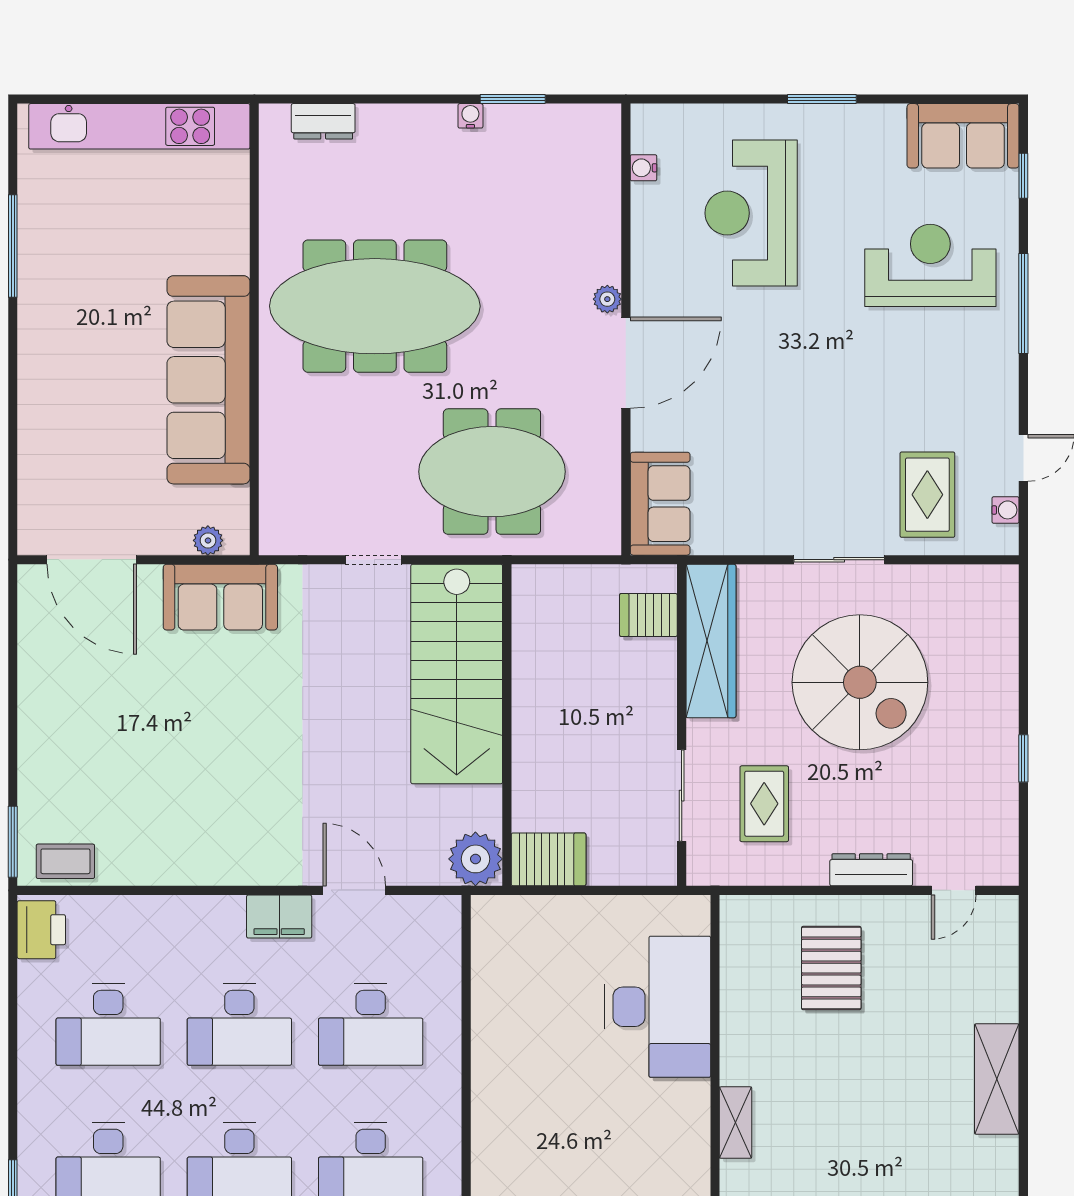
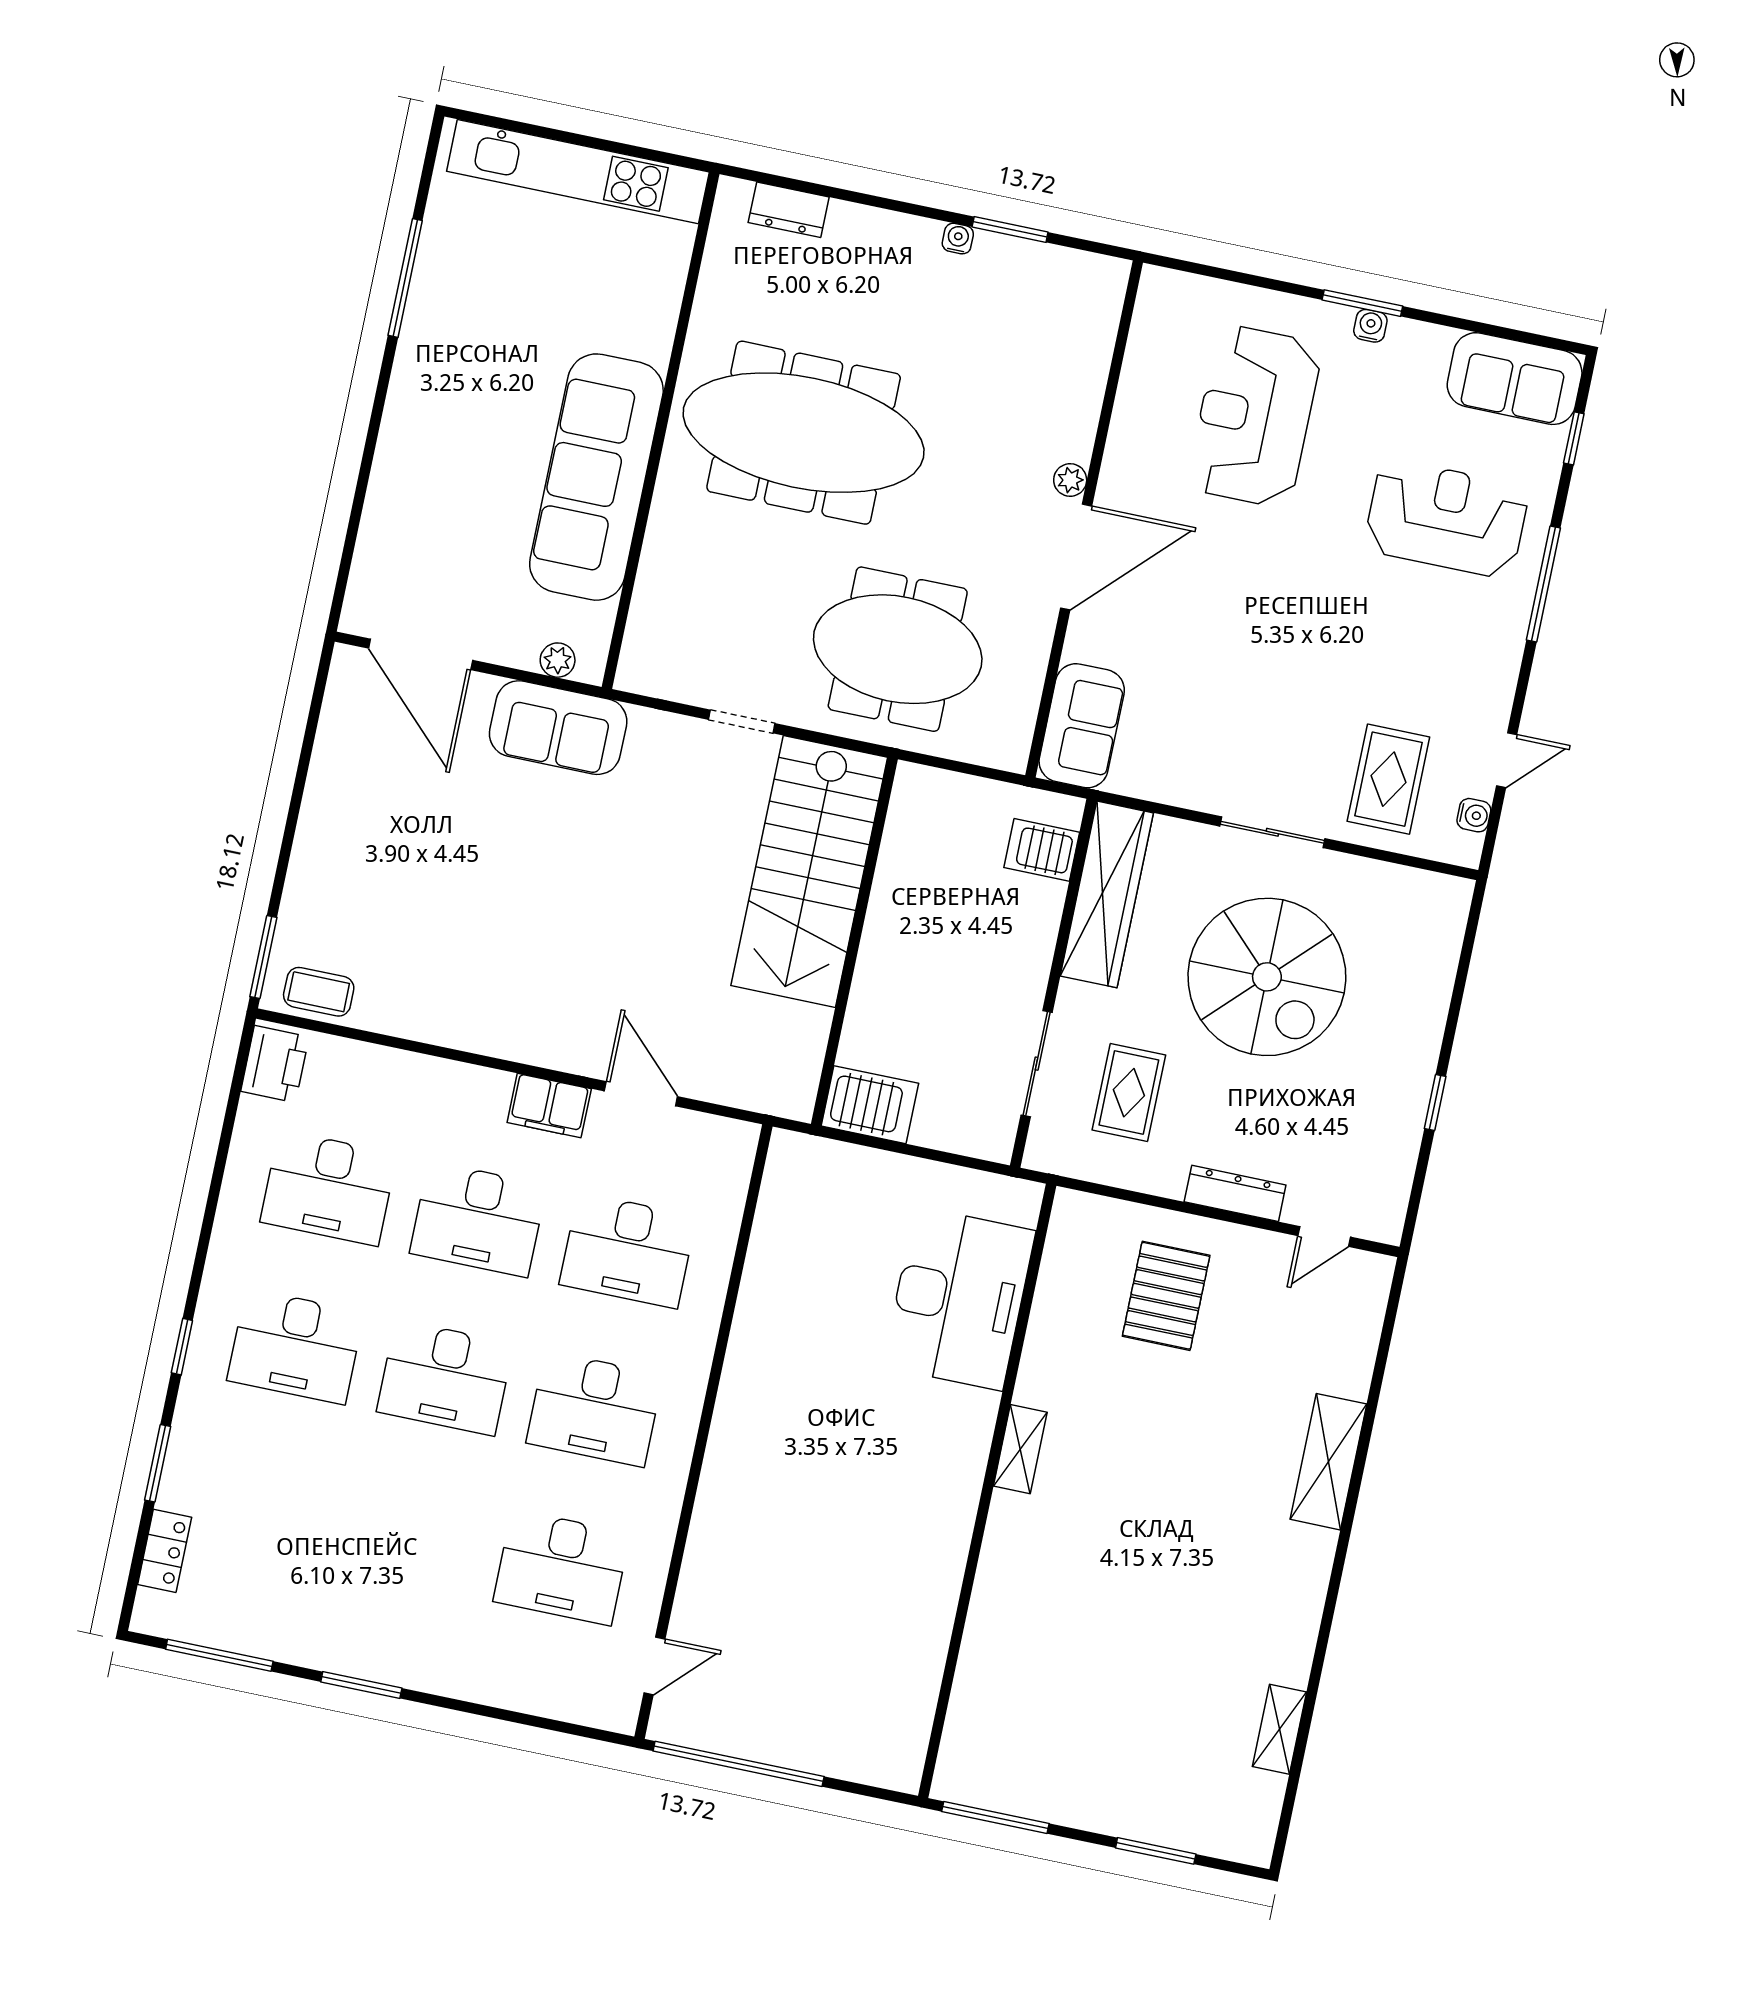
water cooler: (643, 168) -> (1370, 326), moved, turned 90
plant: (475, 859) -> (787, 1087), removed

